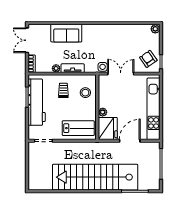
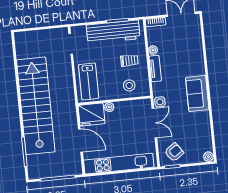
sofa: (66, 33) -> (197, 94), moved

